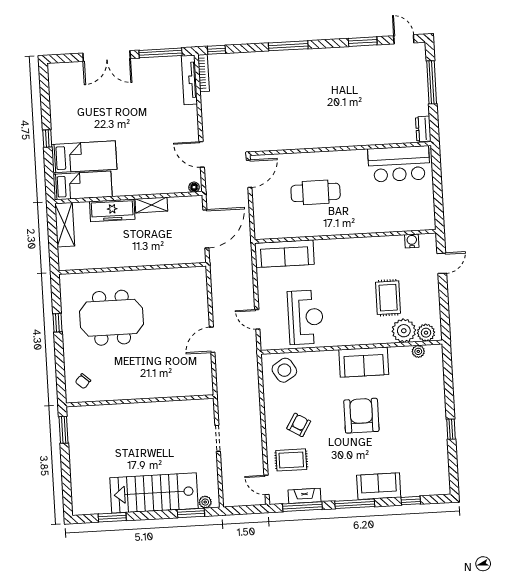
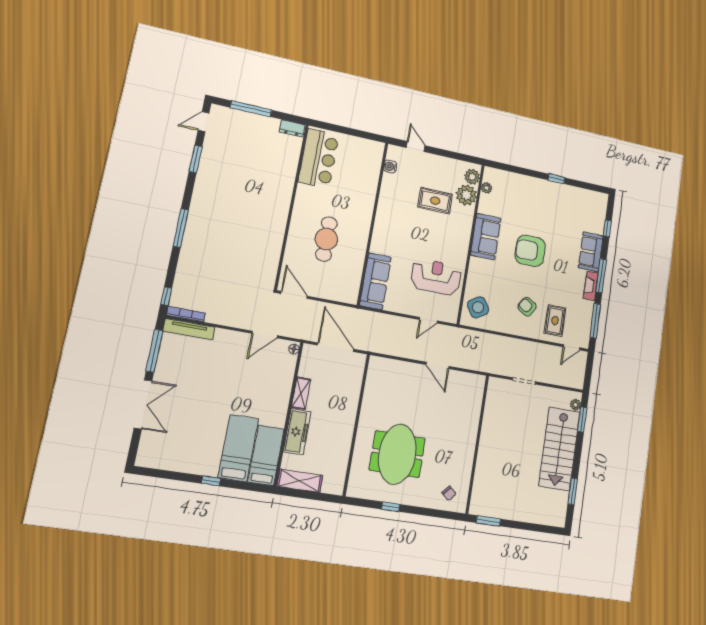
fireplace: (305, 496) -> (591, 286), moved

